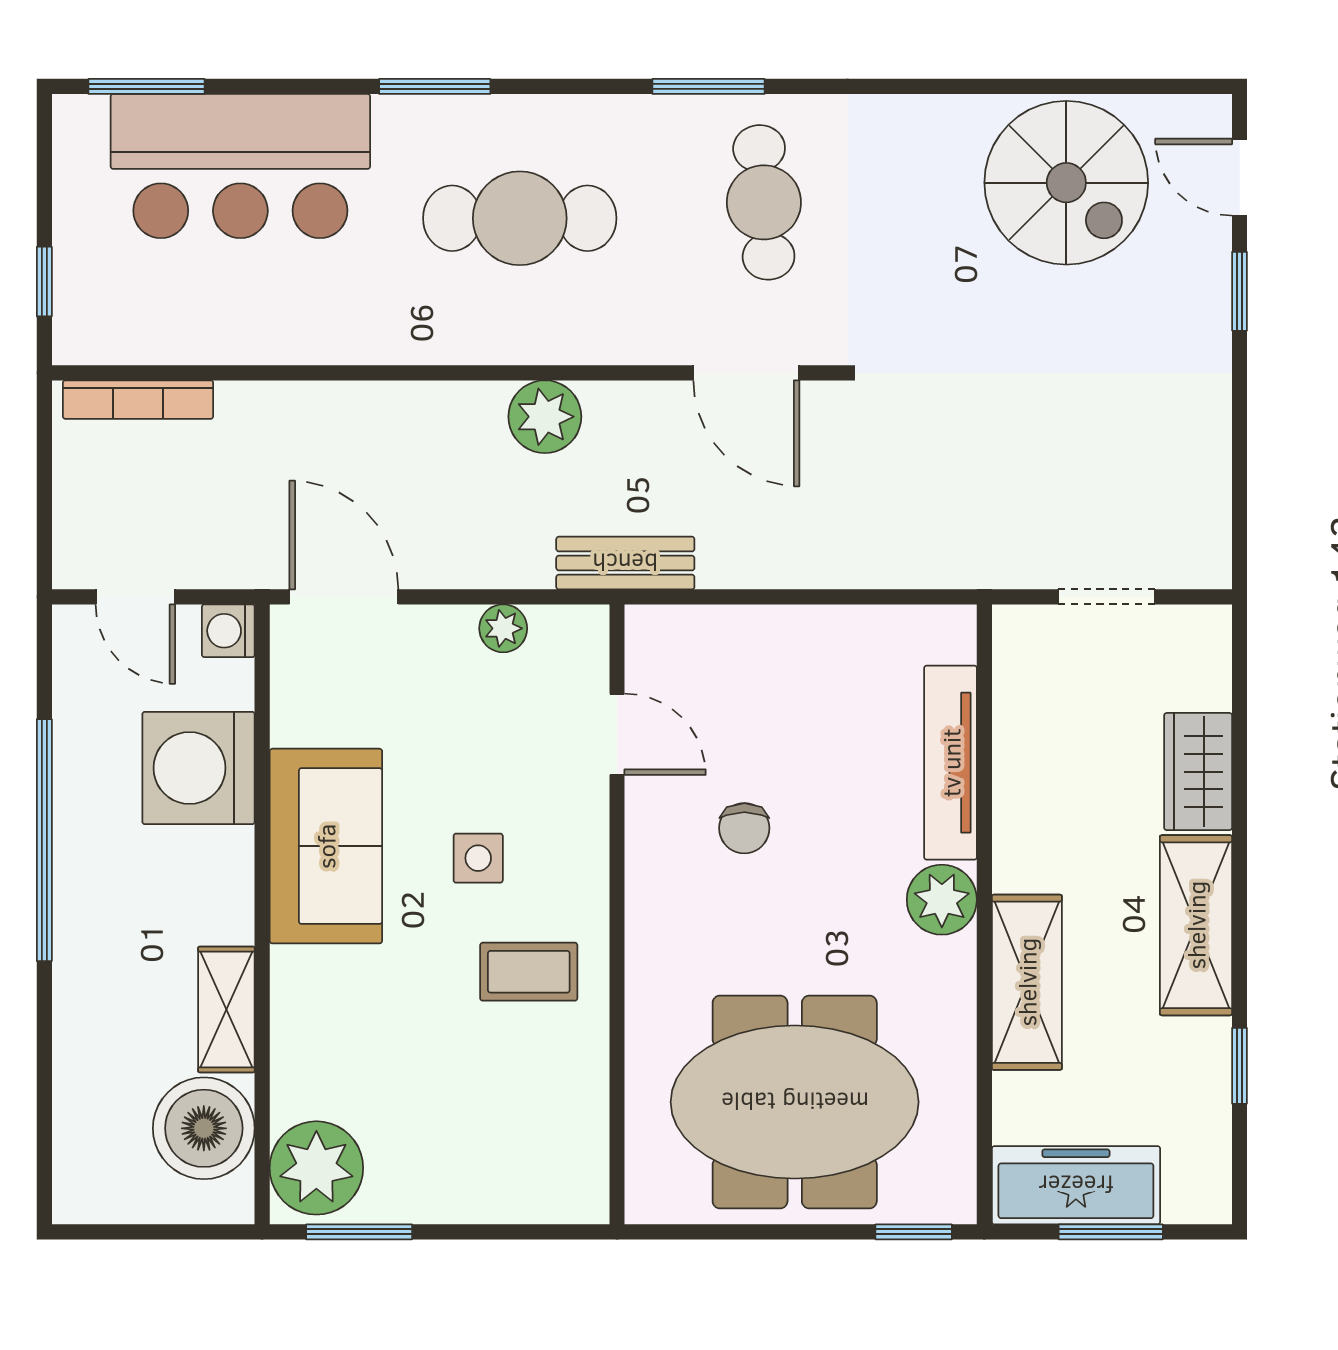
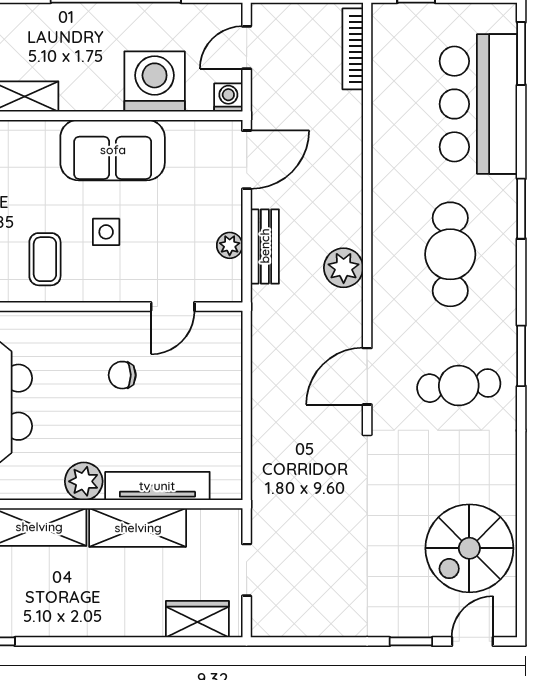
bench: (625, 563) -> (265, 246), moved
wardrobe: (1198, 772) -> (197, 619), moved
shelving: (1196, 925) -> (138, 528), moved

